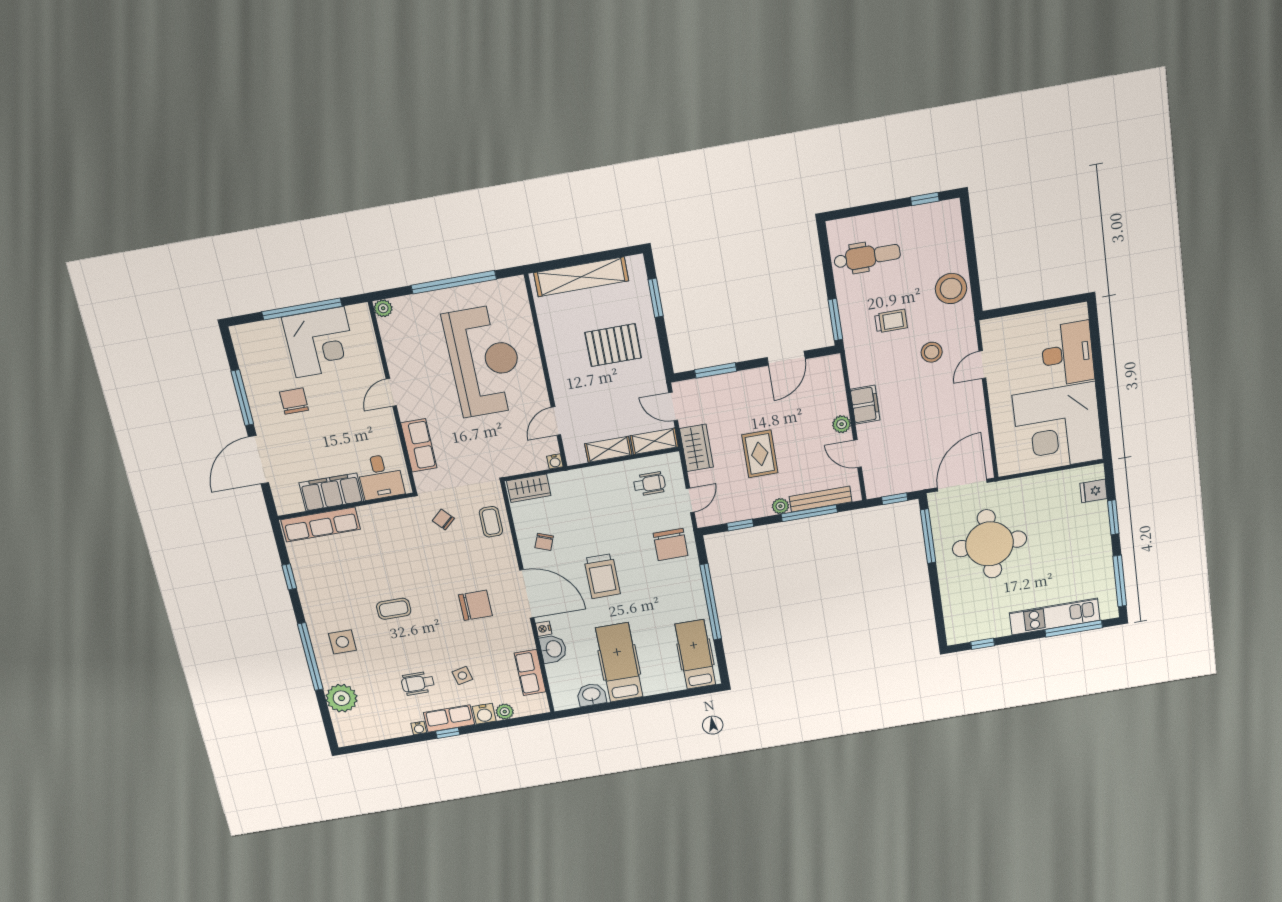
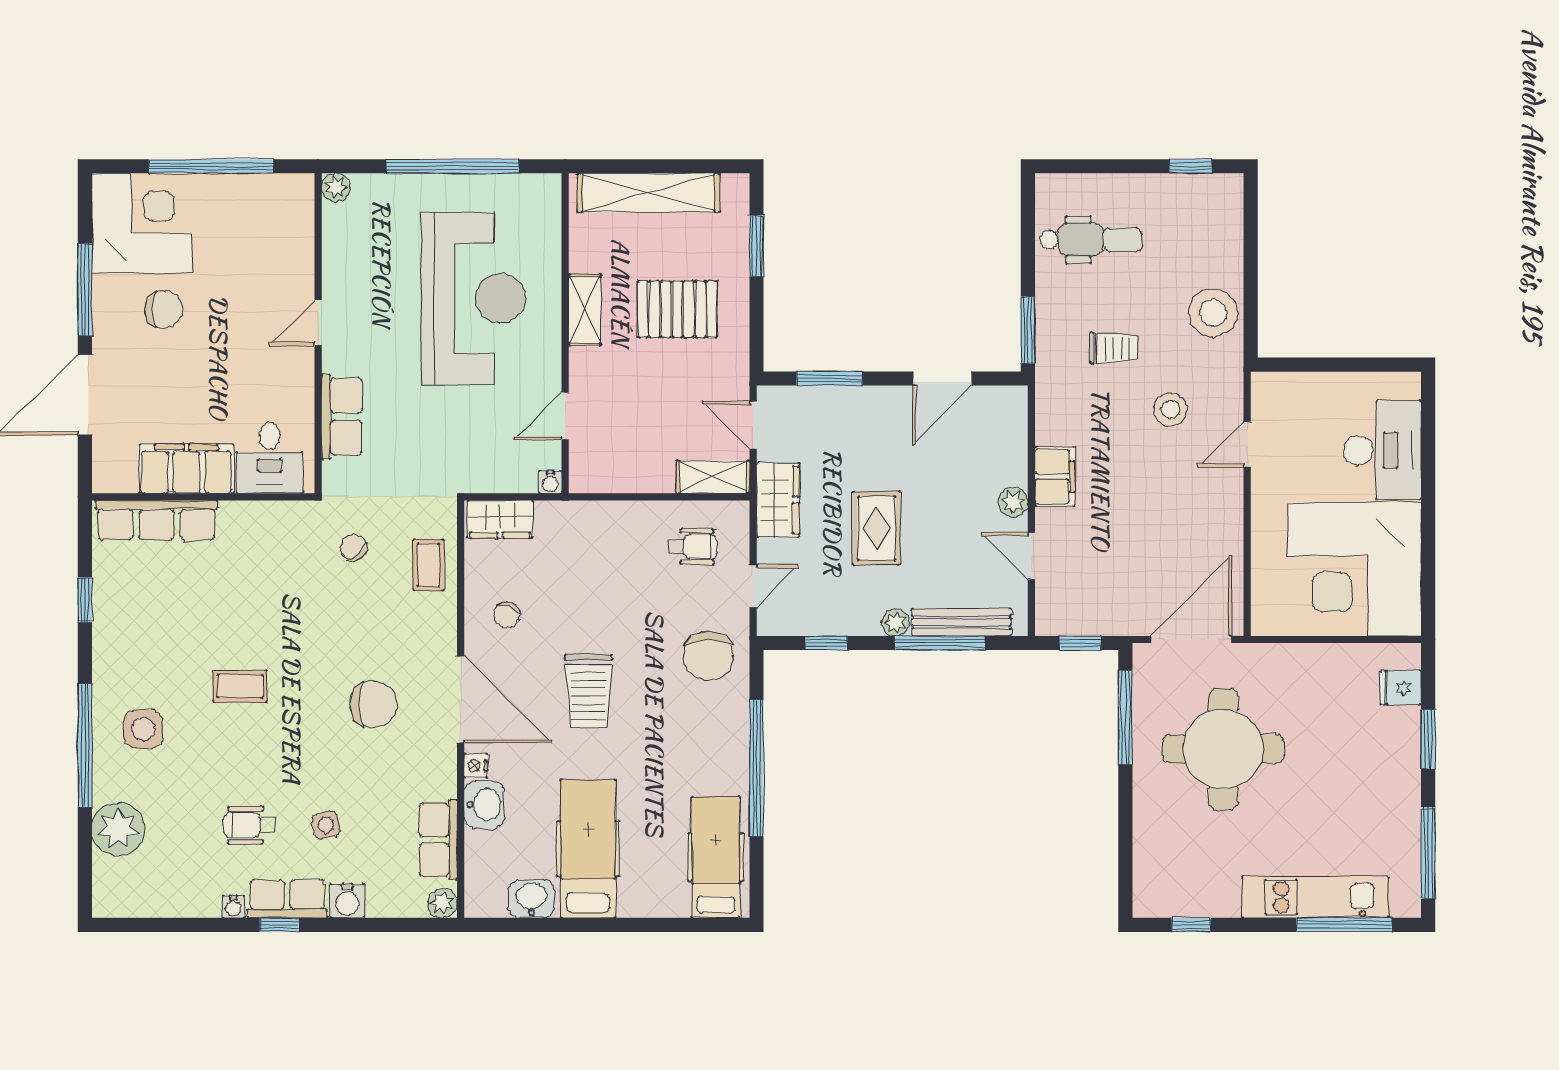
corner desk: (320, 342) -> (142, 223), moved, turned -90
chair: (294, 401) -> (164, 309), turned 90
shelving: (608, 449) -> (585, 310), moved, turned 90
plant: (505, 712) -> (442, 903), moved

